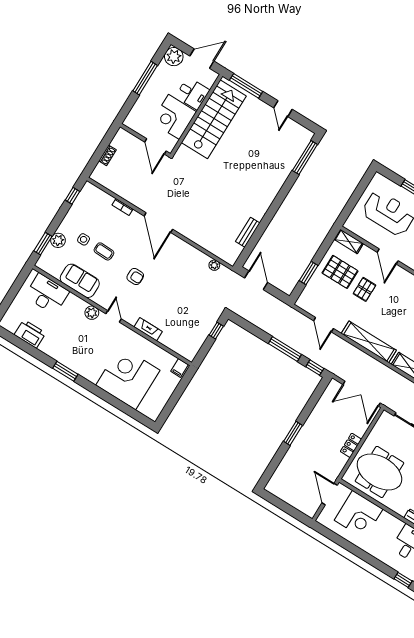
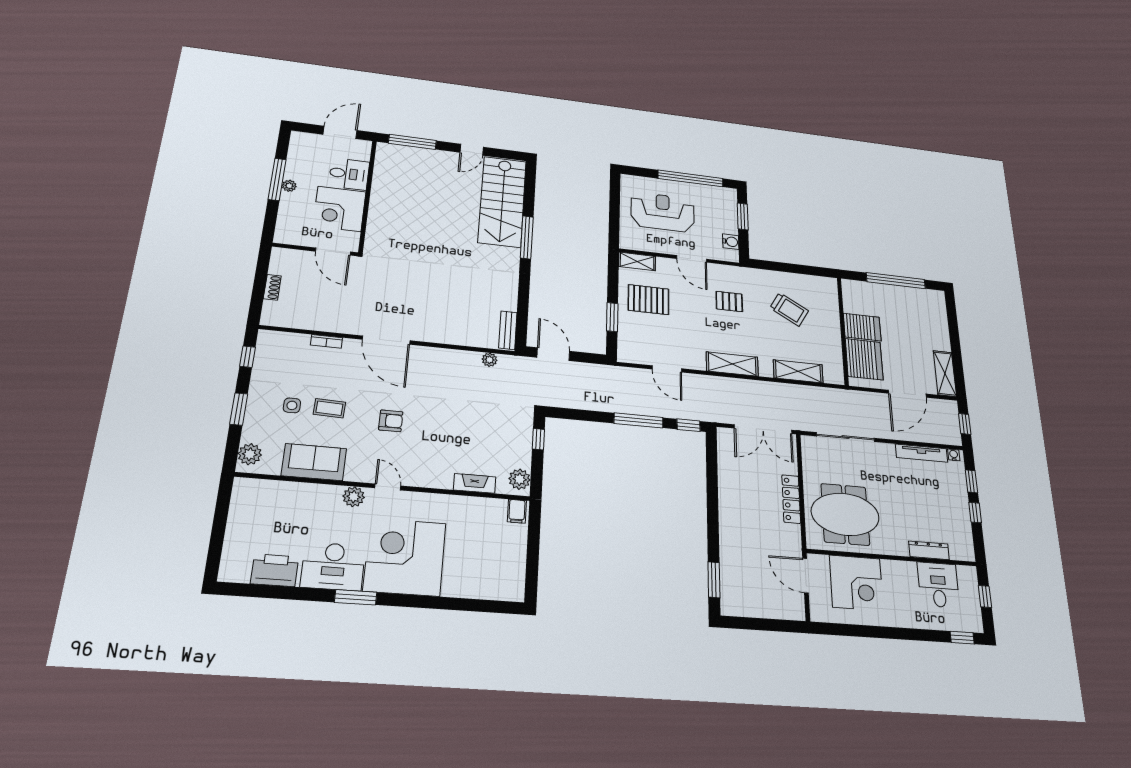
plant: (174, 57) -> (289, 186), moved, width x0.53, depth x0.53
door: (283, 109) -> (472, 150), hinge flipped
stairs: (214, 119) -> (502, 202), moved, turned 180
window: (305, 158) -> (527, 237), moved
bench: (248, 232) -> (508, 330), moved
plant: (58, 240) -> (250, 454), moved
window: (43, 244) -> (239, 409), moved
pallet: (364, 289) -> (729, 301), moved, turned 90
desk: (47, 294) -> (333, 566), moved, turned 180
fireplace: (148, 329) -> (475, 483), moved
shelving: (369, 342) -> (732, 364), width x0.68
plant: (191, 350) -> (520, 479), added
corner desk: (128, 378) -> (405, 557), moved
window: (293, 433) -> (714, 580), moved
locker: (351, 445) -> (791, 499), width x1.53

